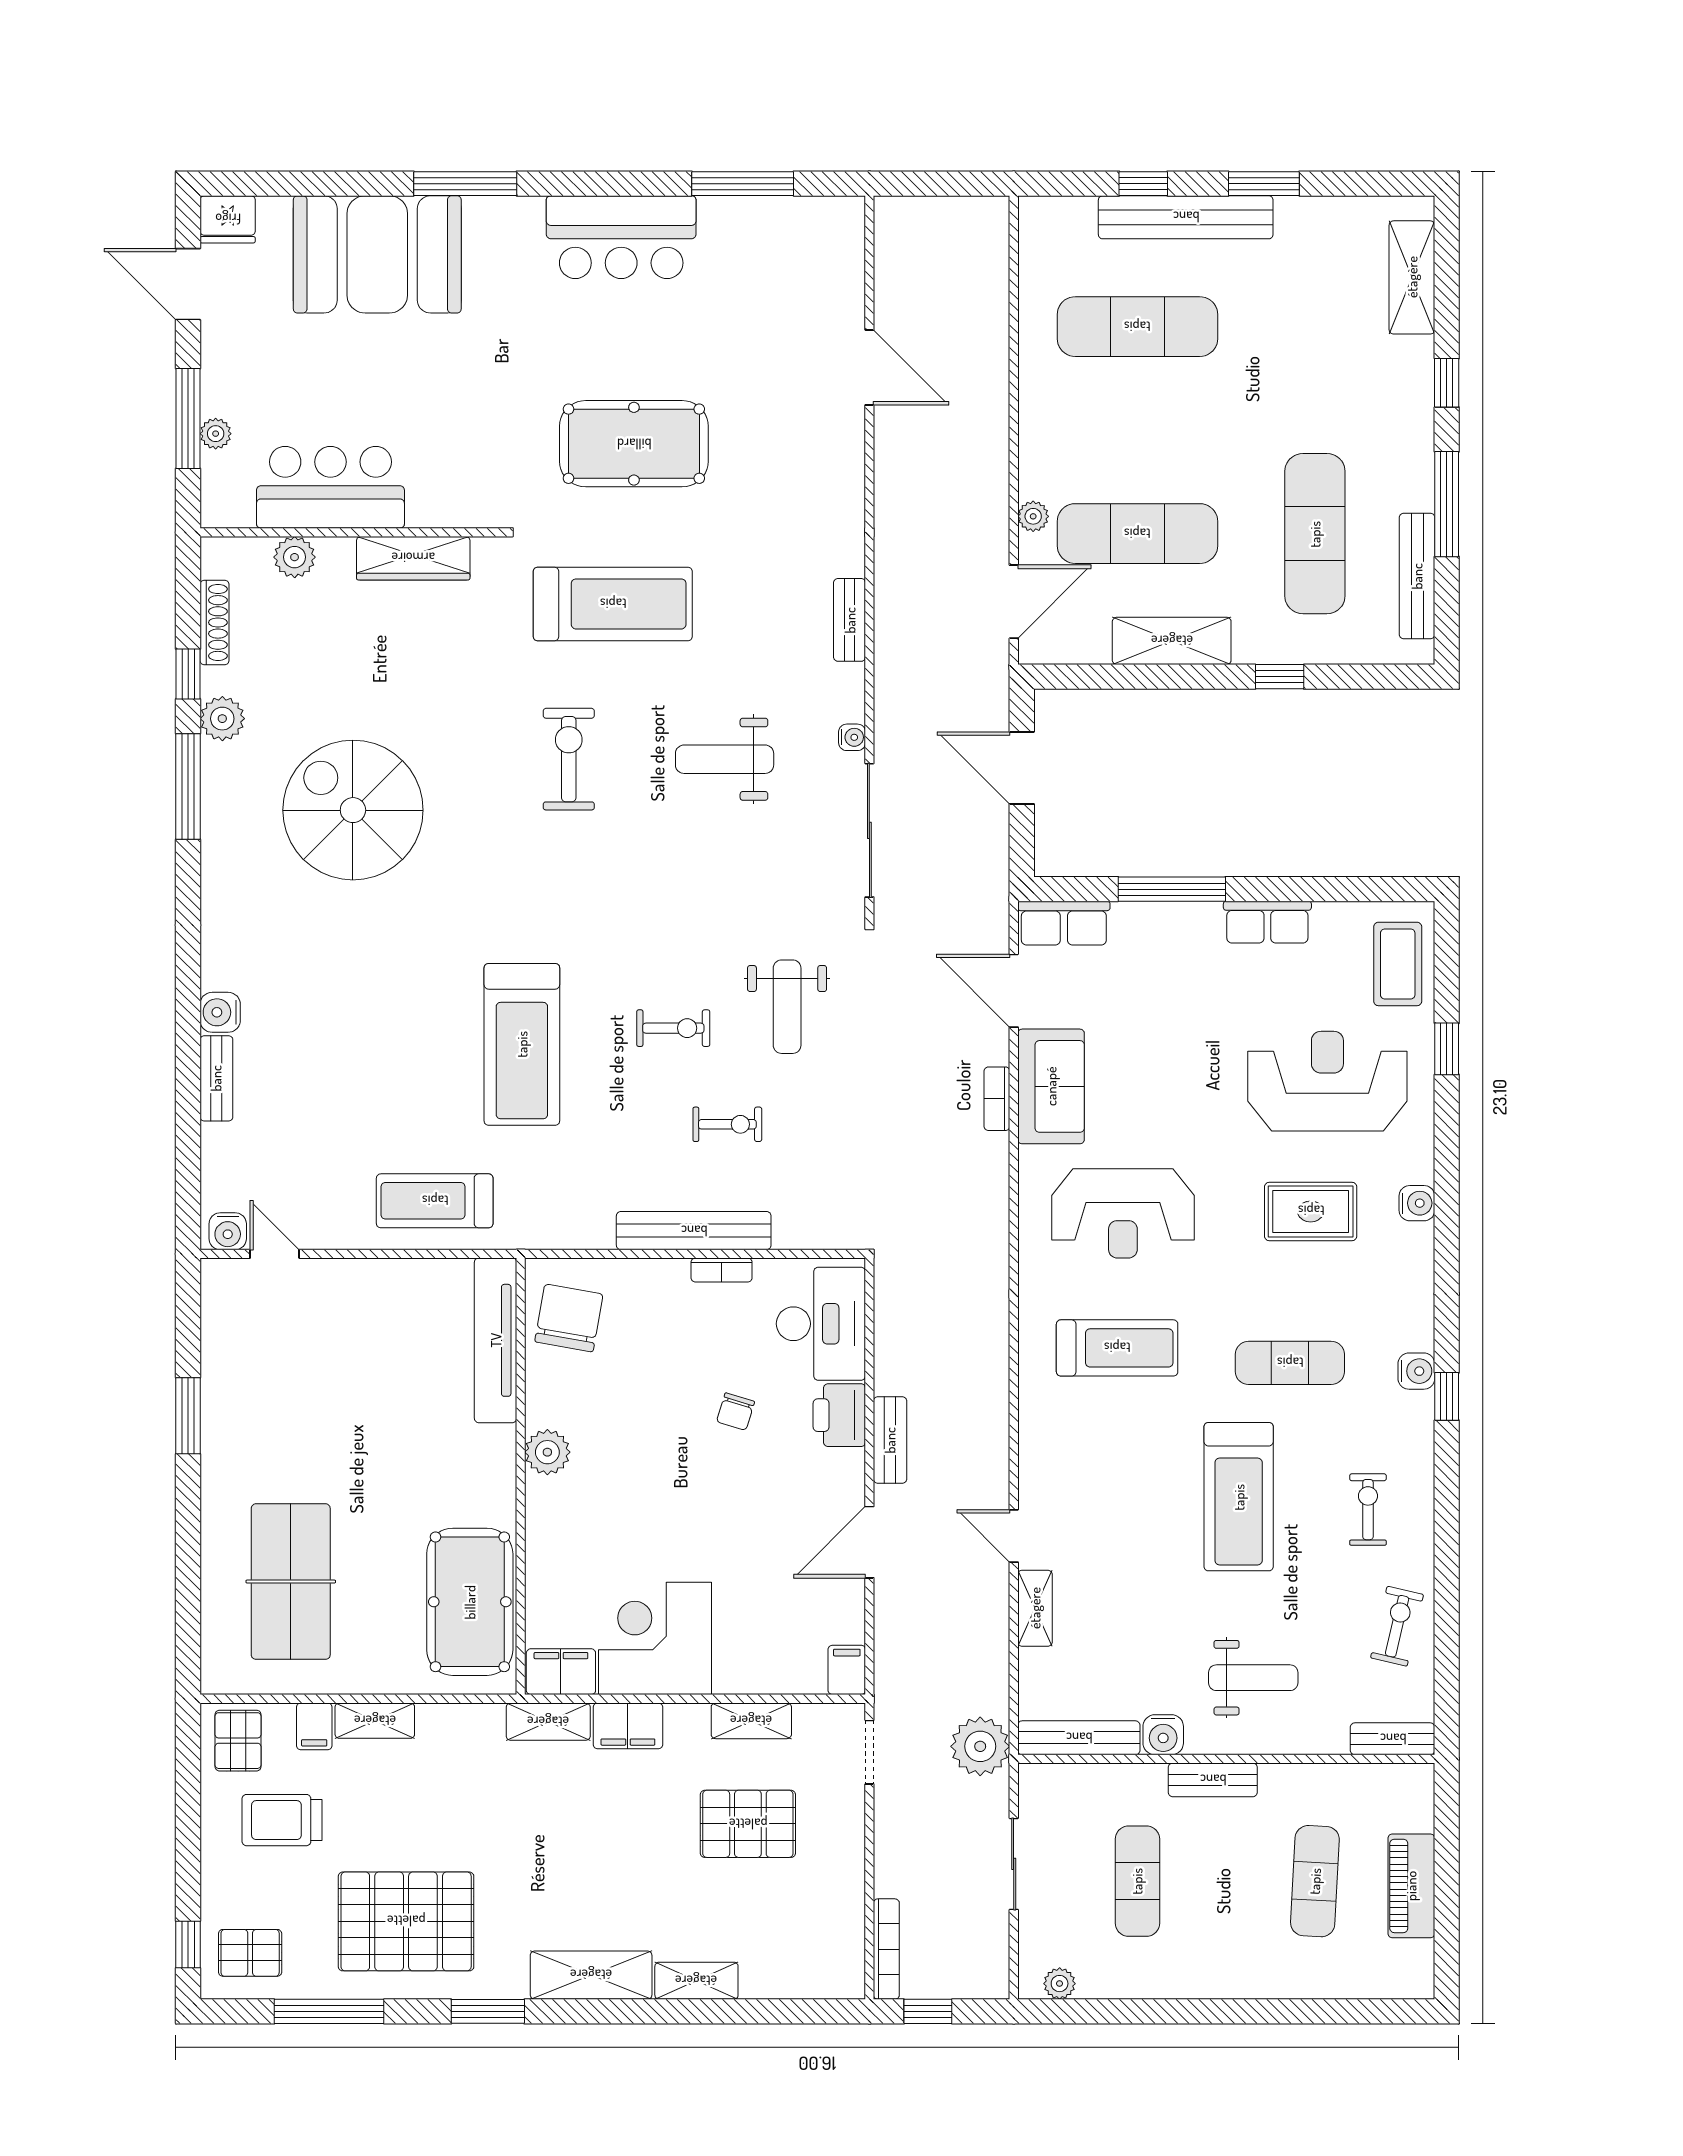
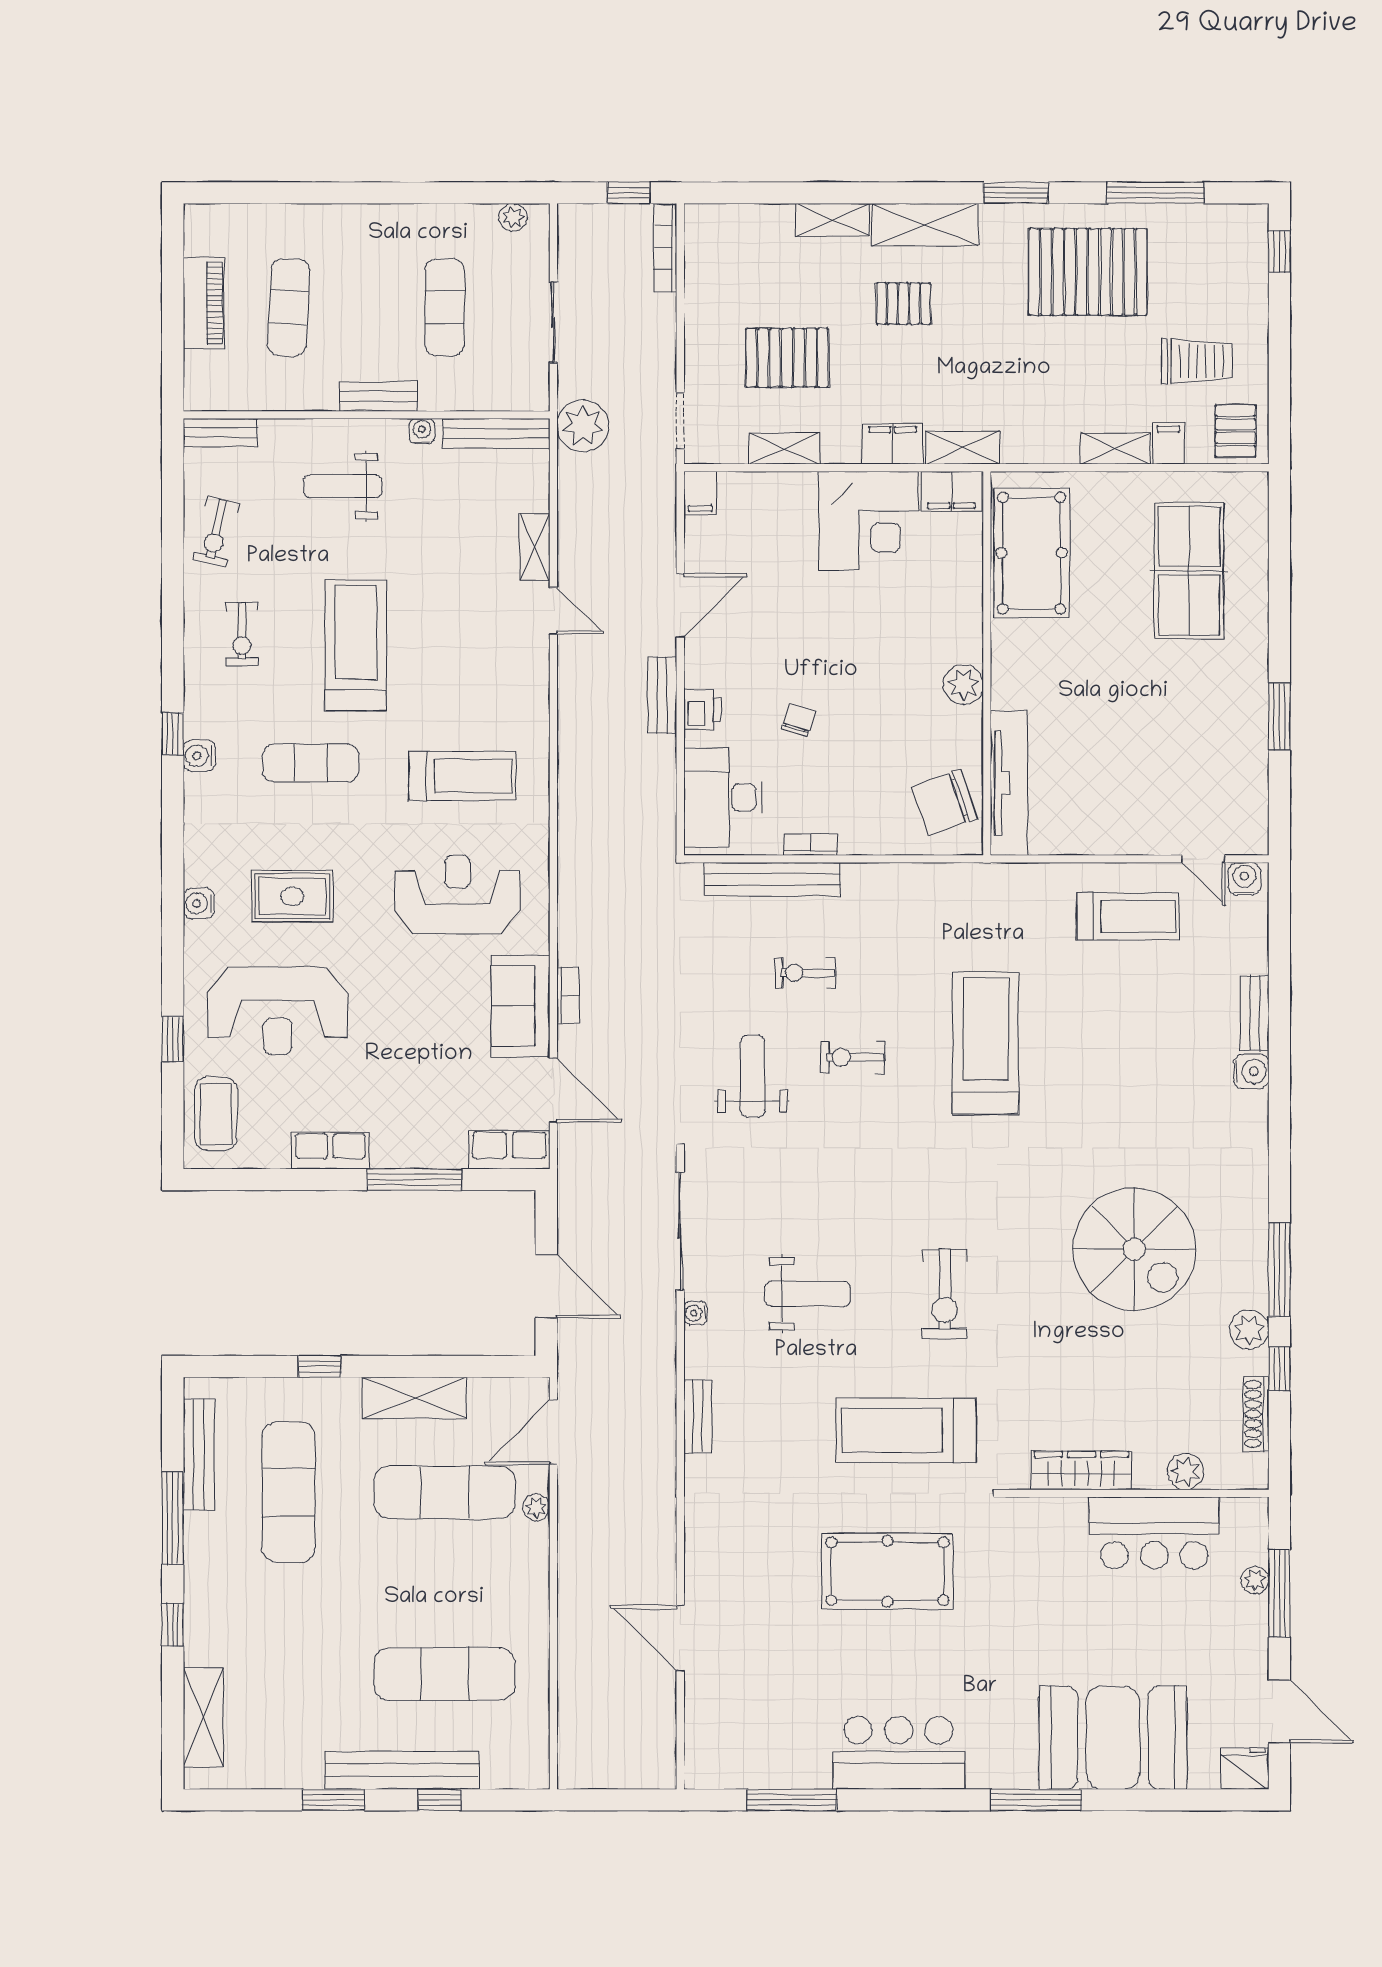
treadmill: (435, 1201) -> (1128, 916), moved
bench: (694, 1231) -> (772, 879), moved
chair: (569, 1318) -> (945, 803), turned 61
treadmill: (1117, 1348) -> (462, 776), turned 180
printer: (839, 1415) -> (702, 710), width x0.73, depth x0.81
water cooler: (1163, 1735) -> (422, 431), width x0.72, depth x0.72
pallet: (250, 1953) -> (904, 304), moved

